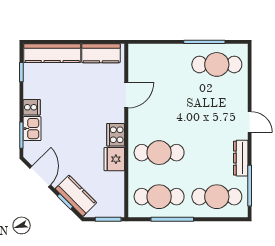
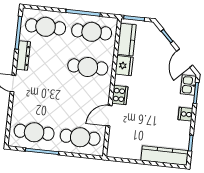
kitchen counter: (101, 53) -> (126, 151), removed
cafe table: (159, 64) -> (80, 137), added
kitchen sink: (32, 129) -> (188, 85), moved
cooker: (116, 135) -> (120, 95), moved
kitchen counter: (76, 196) -> (127, 40), moved, turned -135

